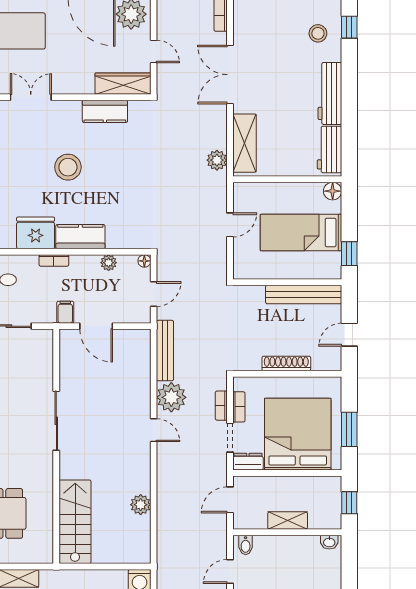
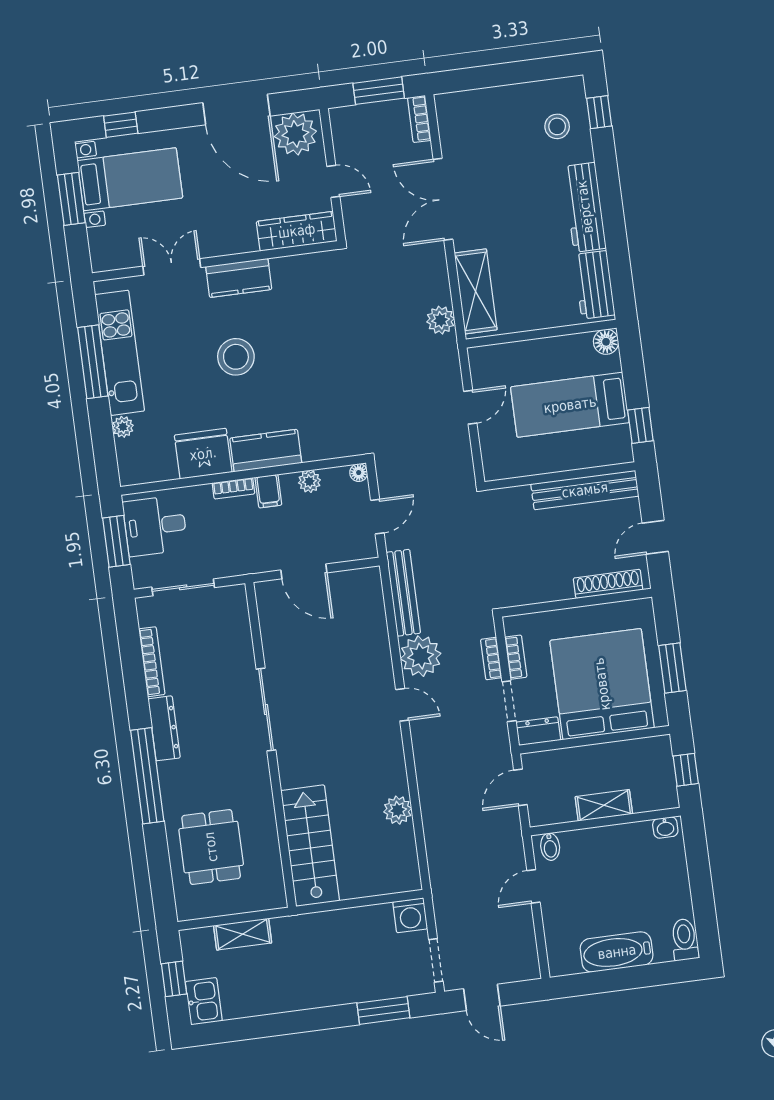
kitchen counter: (105, 111) -> (239, 278), moved
filing cabinet: (65, 312) -> (268, 491), moved, turned 180
shoe rack: (286, 363) -> (608, 584), moved

